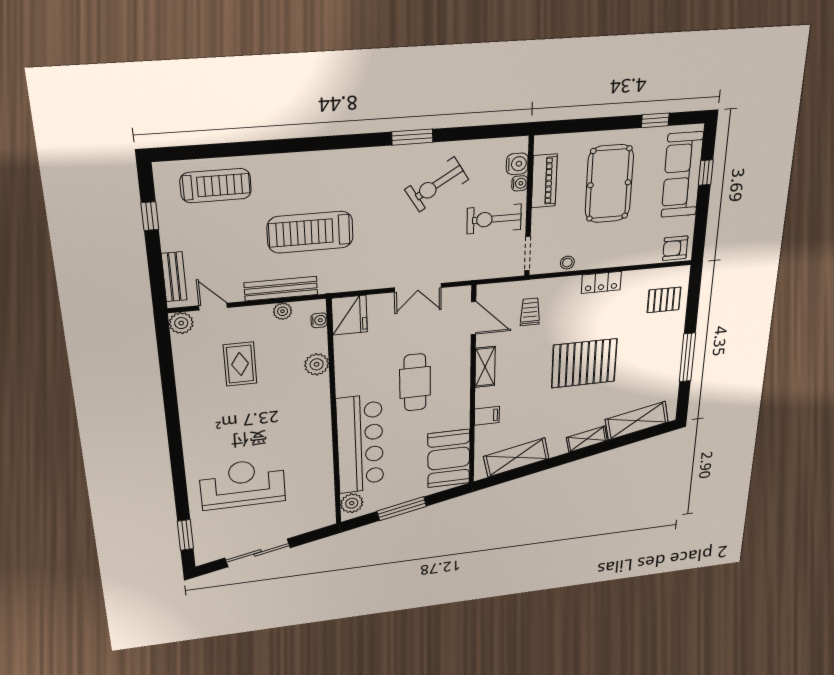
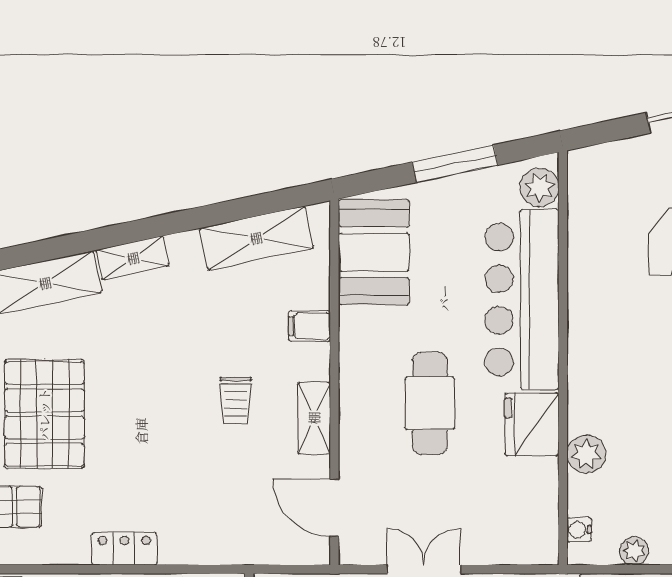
trolley: (530, 312) -> (236, 401), moved
fridge: (349, 315) -> (532, 424), moved
pallet: (584, 363) -> (44, 414), moved, turned 90

